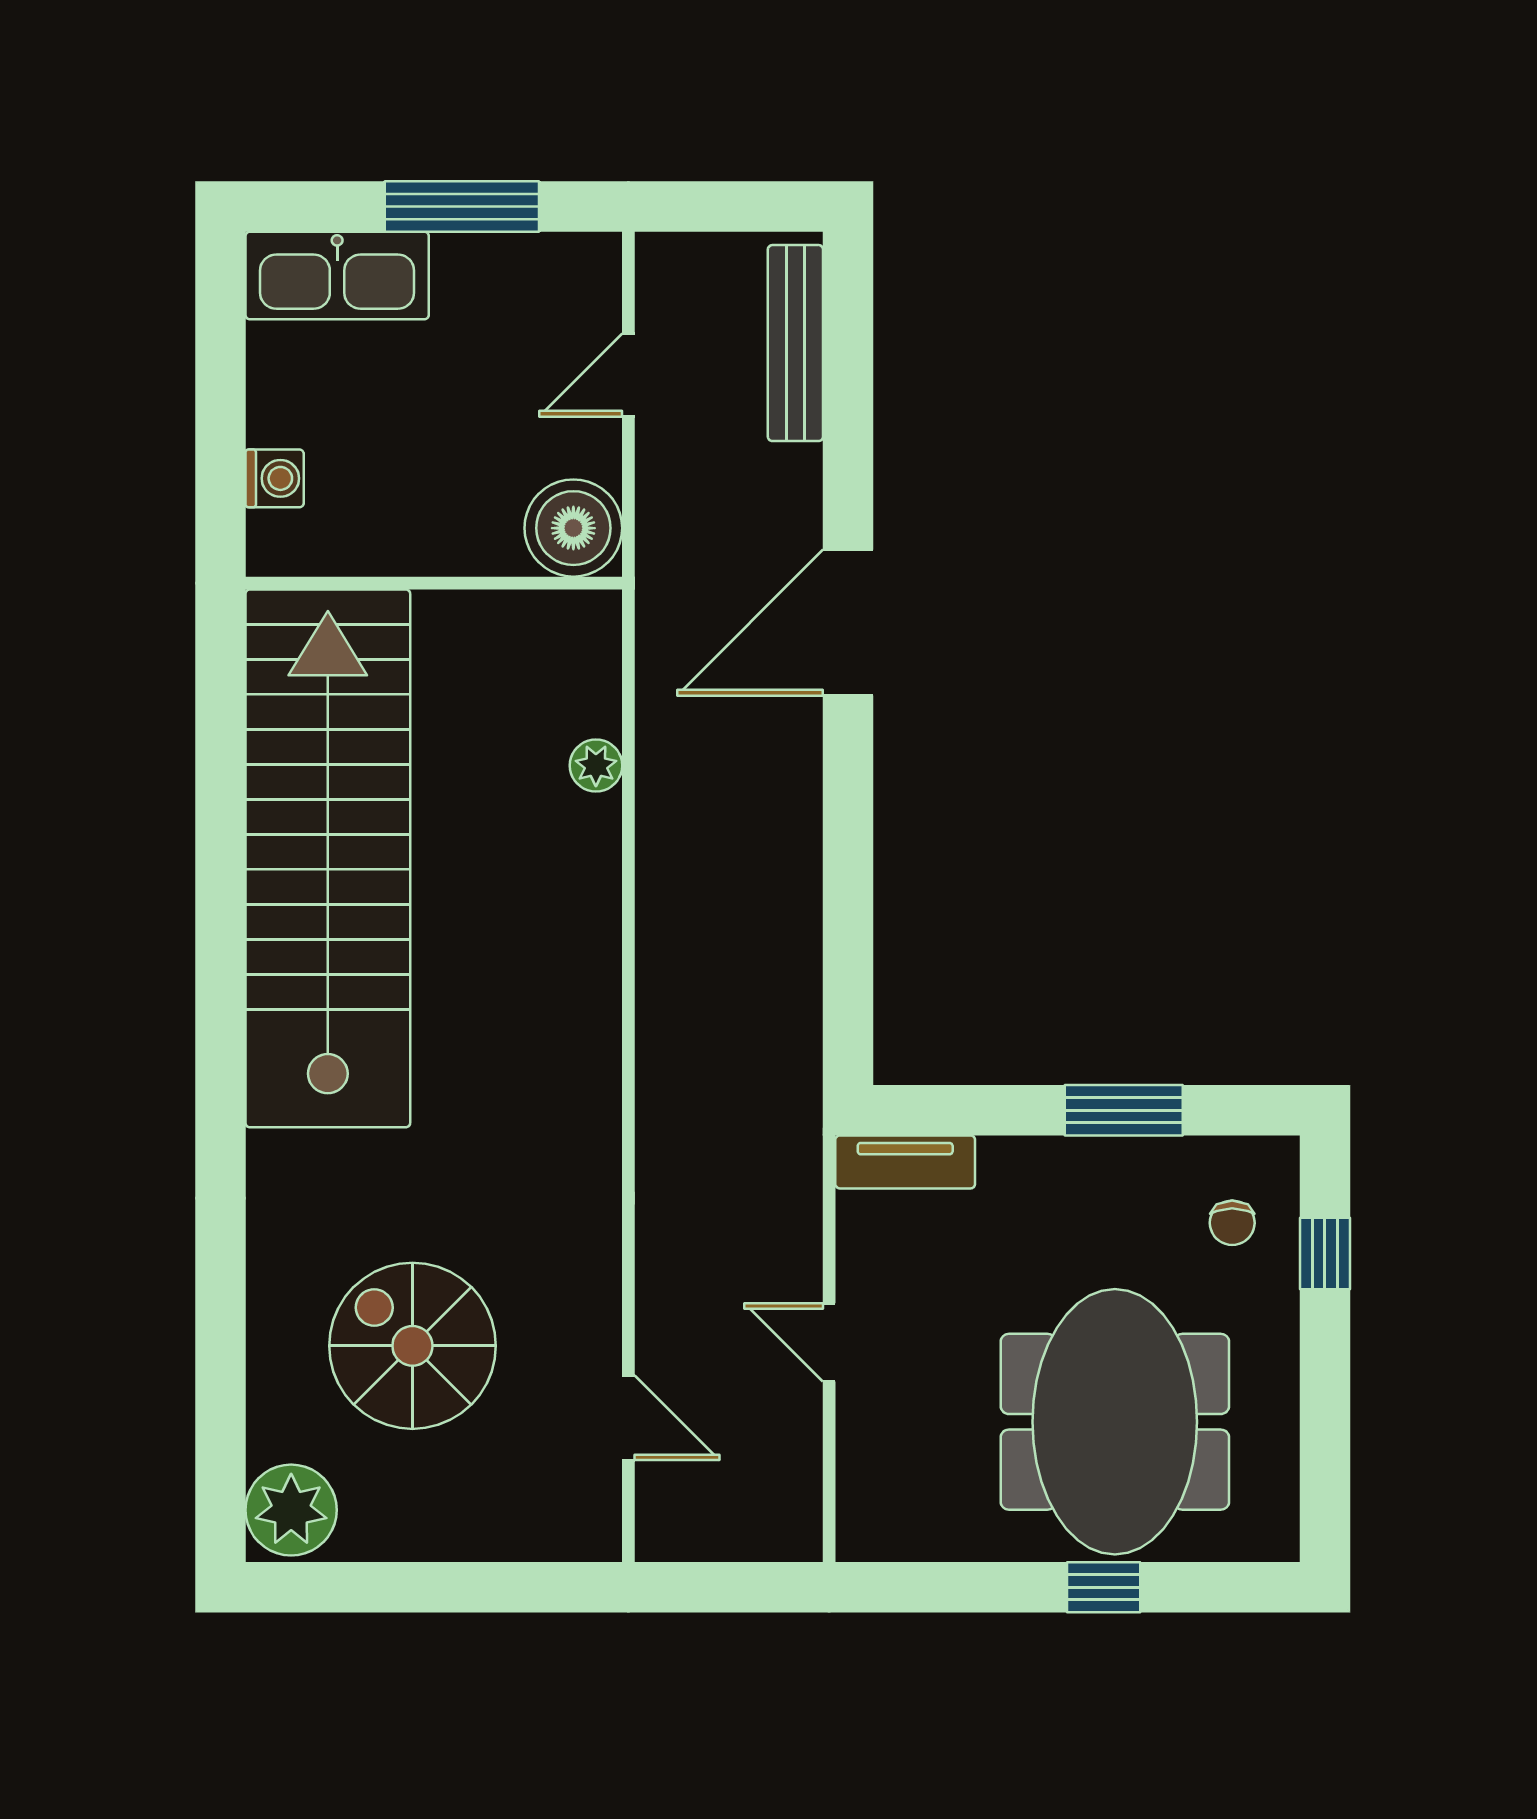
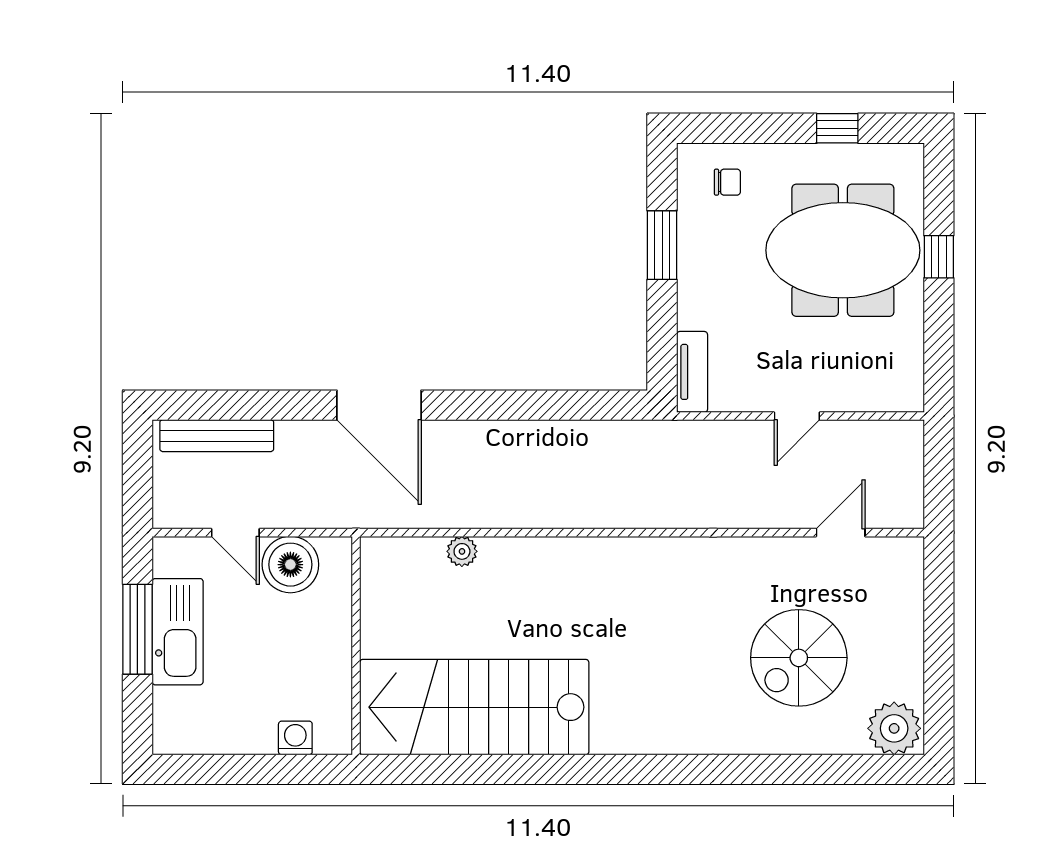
kitchen sink: (337, 276) -> (178, 632), moved
boiler: (573, 528) -> (290, 565), moved
stairs: (328, 858) -> (474, 707), width x0.73
window: (1325, 1253) -> (837, 128), moved

